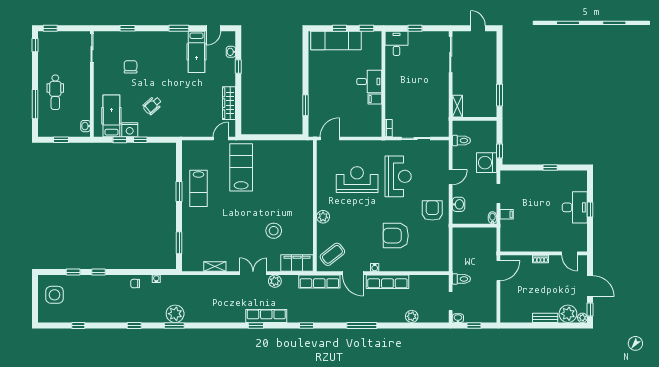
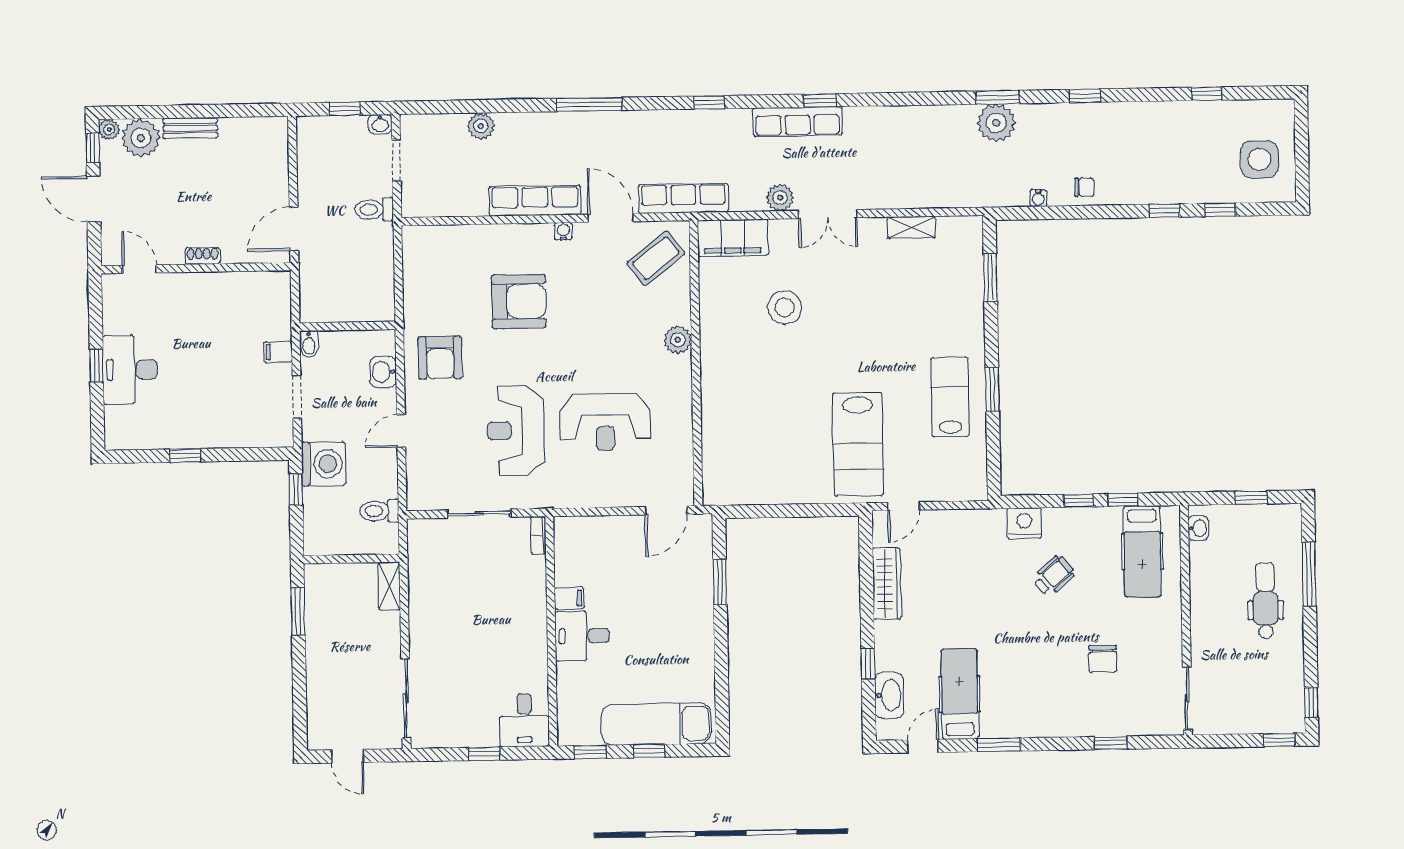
washbasin: (231, 52) -> (889, 695), width x1.91, depth x1.45
nightstand: (130, 130) -> (1024, 523), moved

